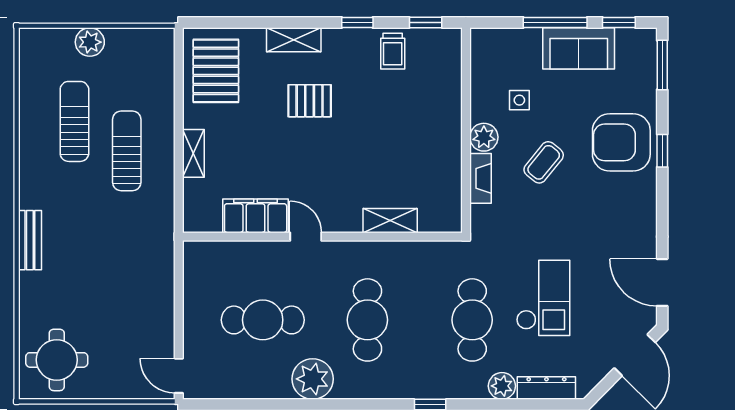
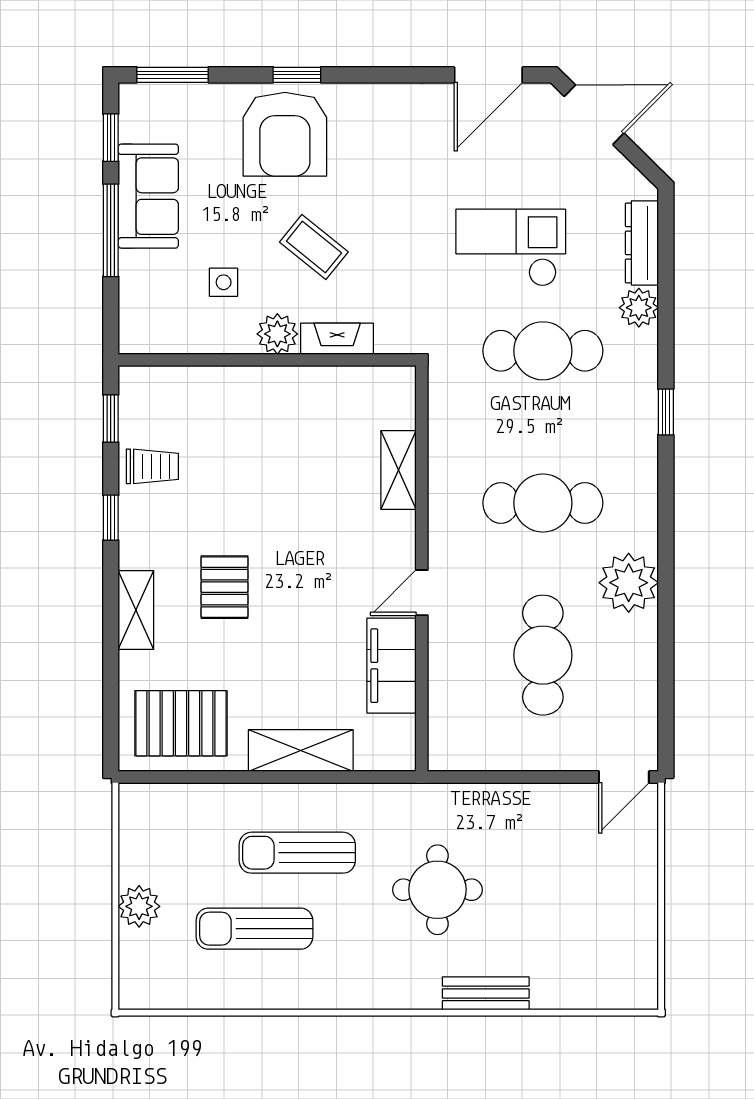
shelving: (193, 153) -> (301, 751), width x1.50, depth x1.33
bench: (30, 240) -> (486, 993), moved
round table: (57, 360) -> (437, 890), moved

